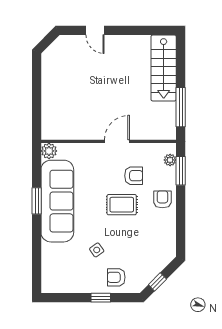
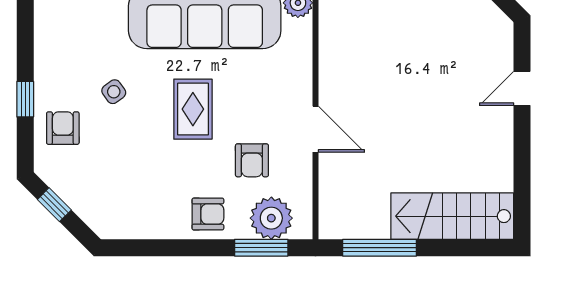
plant: (170, 160) -> (271, 218), width x1.88, depth x1.88
rug: (122, 205) -> (193, 109), moved

